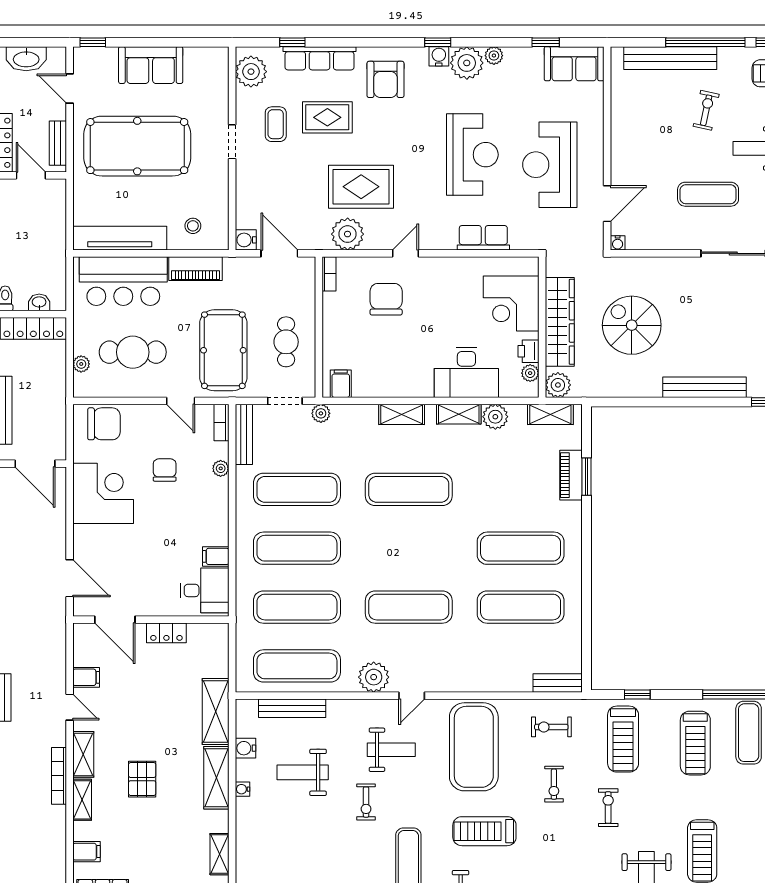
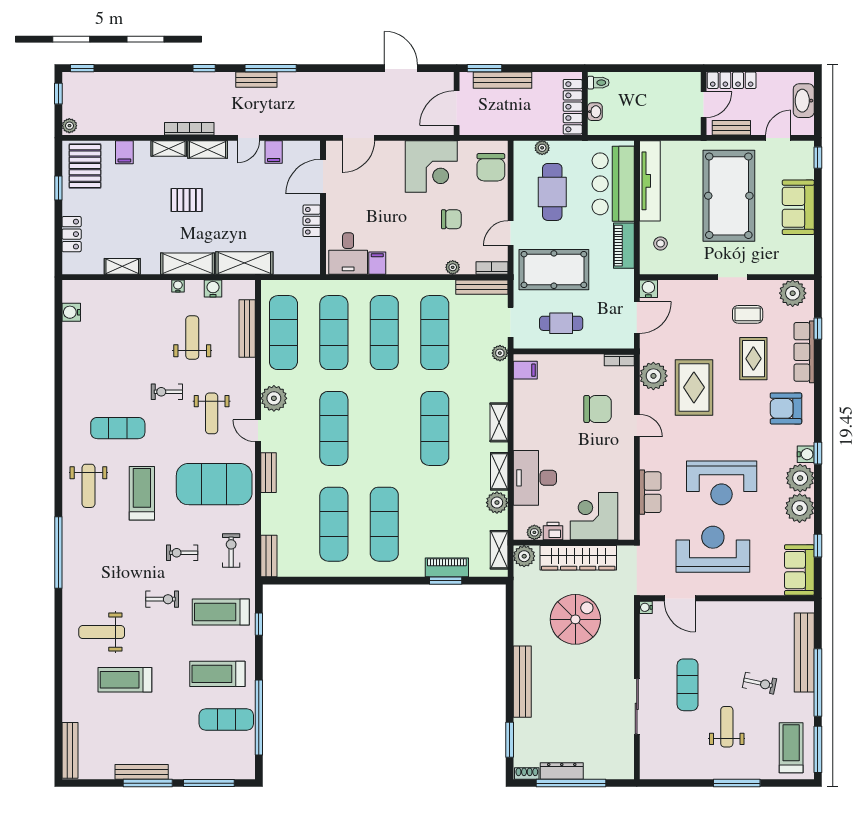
plant: (494, 56) -> (800, 508), width x1.87, depth x1.87
bench: (460, 683) -> (268, 473), added

